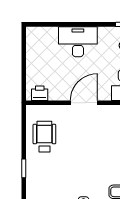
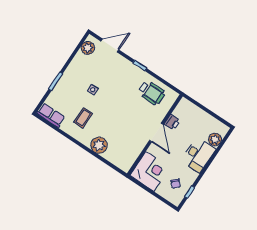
plant: (49, 35) -> (215, 139), added
printer: (40, 93) -> (172, 122), moved

